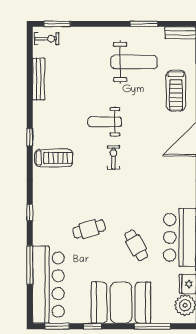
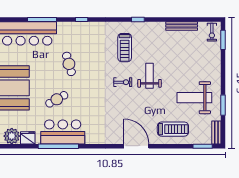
weight bench: (134, 62) -> (194, 98), turned 90
treadmill: (176, 91) -> (173, 129), turned 180
treadmill: (54, 158) -> (125, 48), moved

